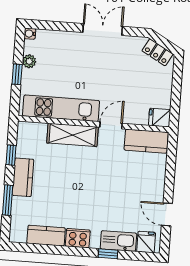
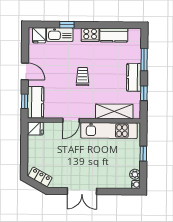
plant: (29, 61) -> (135, 174), moved
shelving: (72, 135) -> (114, 111), moved
kitchen counter: (146, 141) -> (36, 102), moved, turned 90
window: (171, 155) -> (25, 101), added
trolley: (92, 183) -> (83, 77), added
door: (167, 214) -> (25, 71), moved

